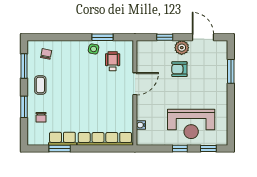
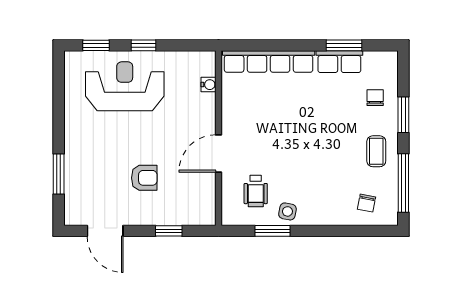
plant: (182, 48) -> (140, 214), removed
window: (24, 66) -> (403, 183), width x1.44

